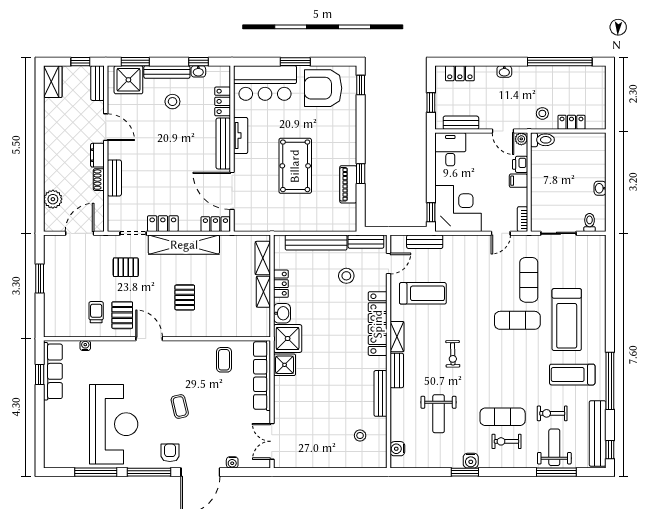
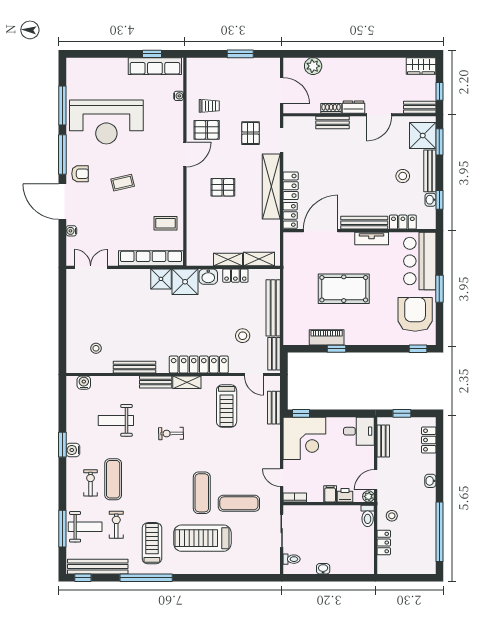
locker: (163, 224) -> (291, 186), moved

